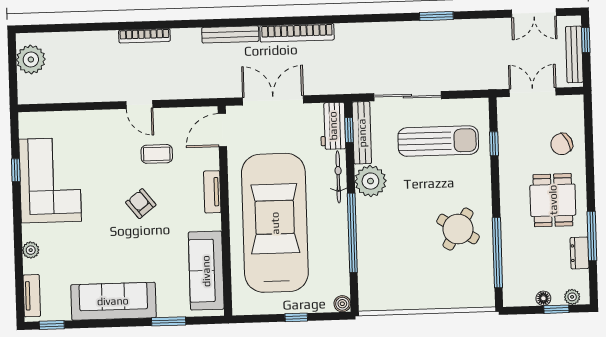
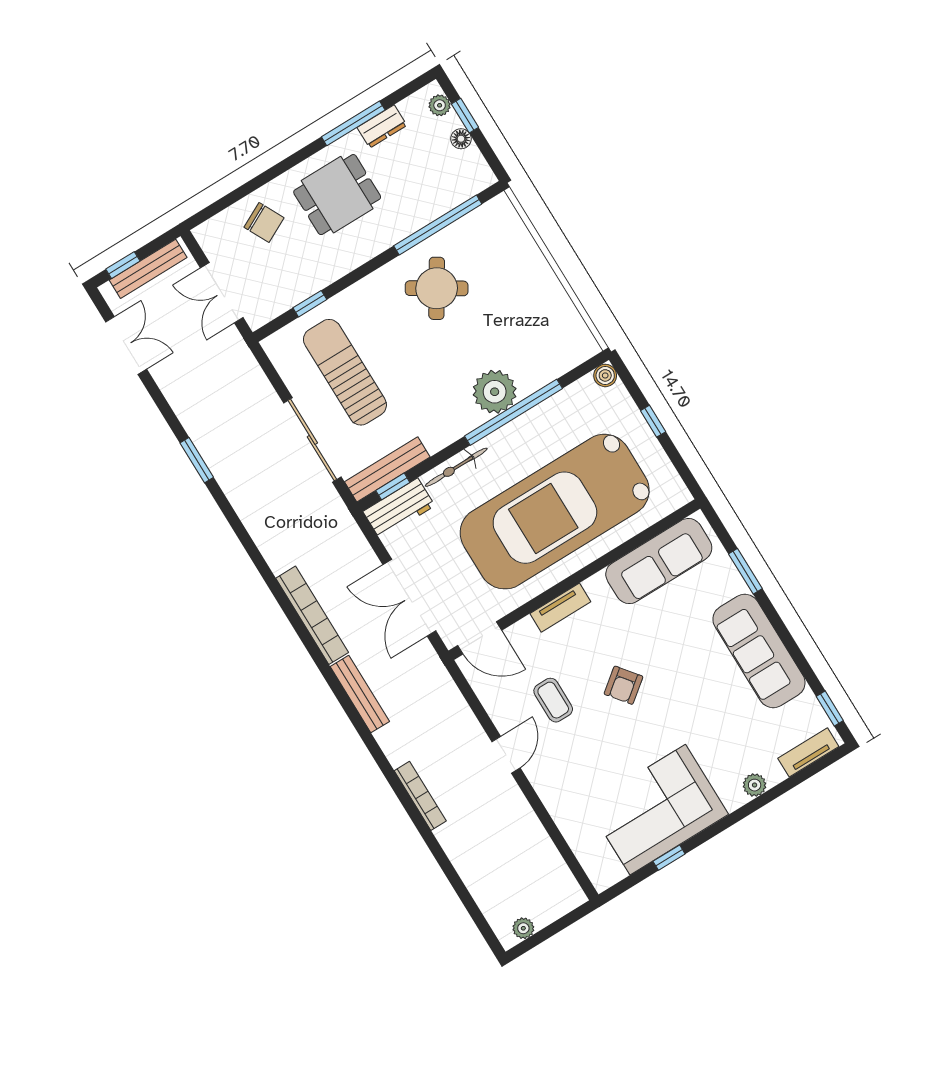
plant: (31, 59) -> (523, 928), width x0.53, depth x0.53
plant: (370, 181) -> (495, 392), moved

